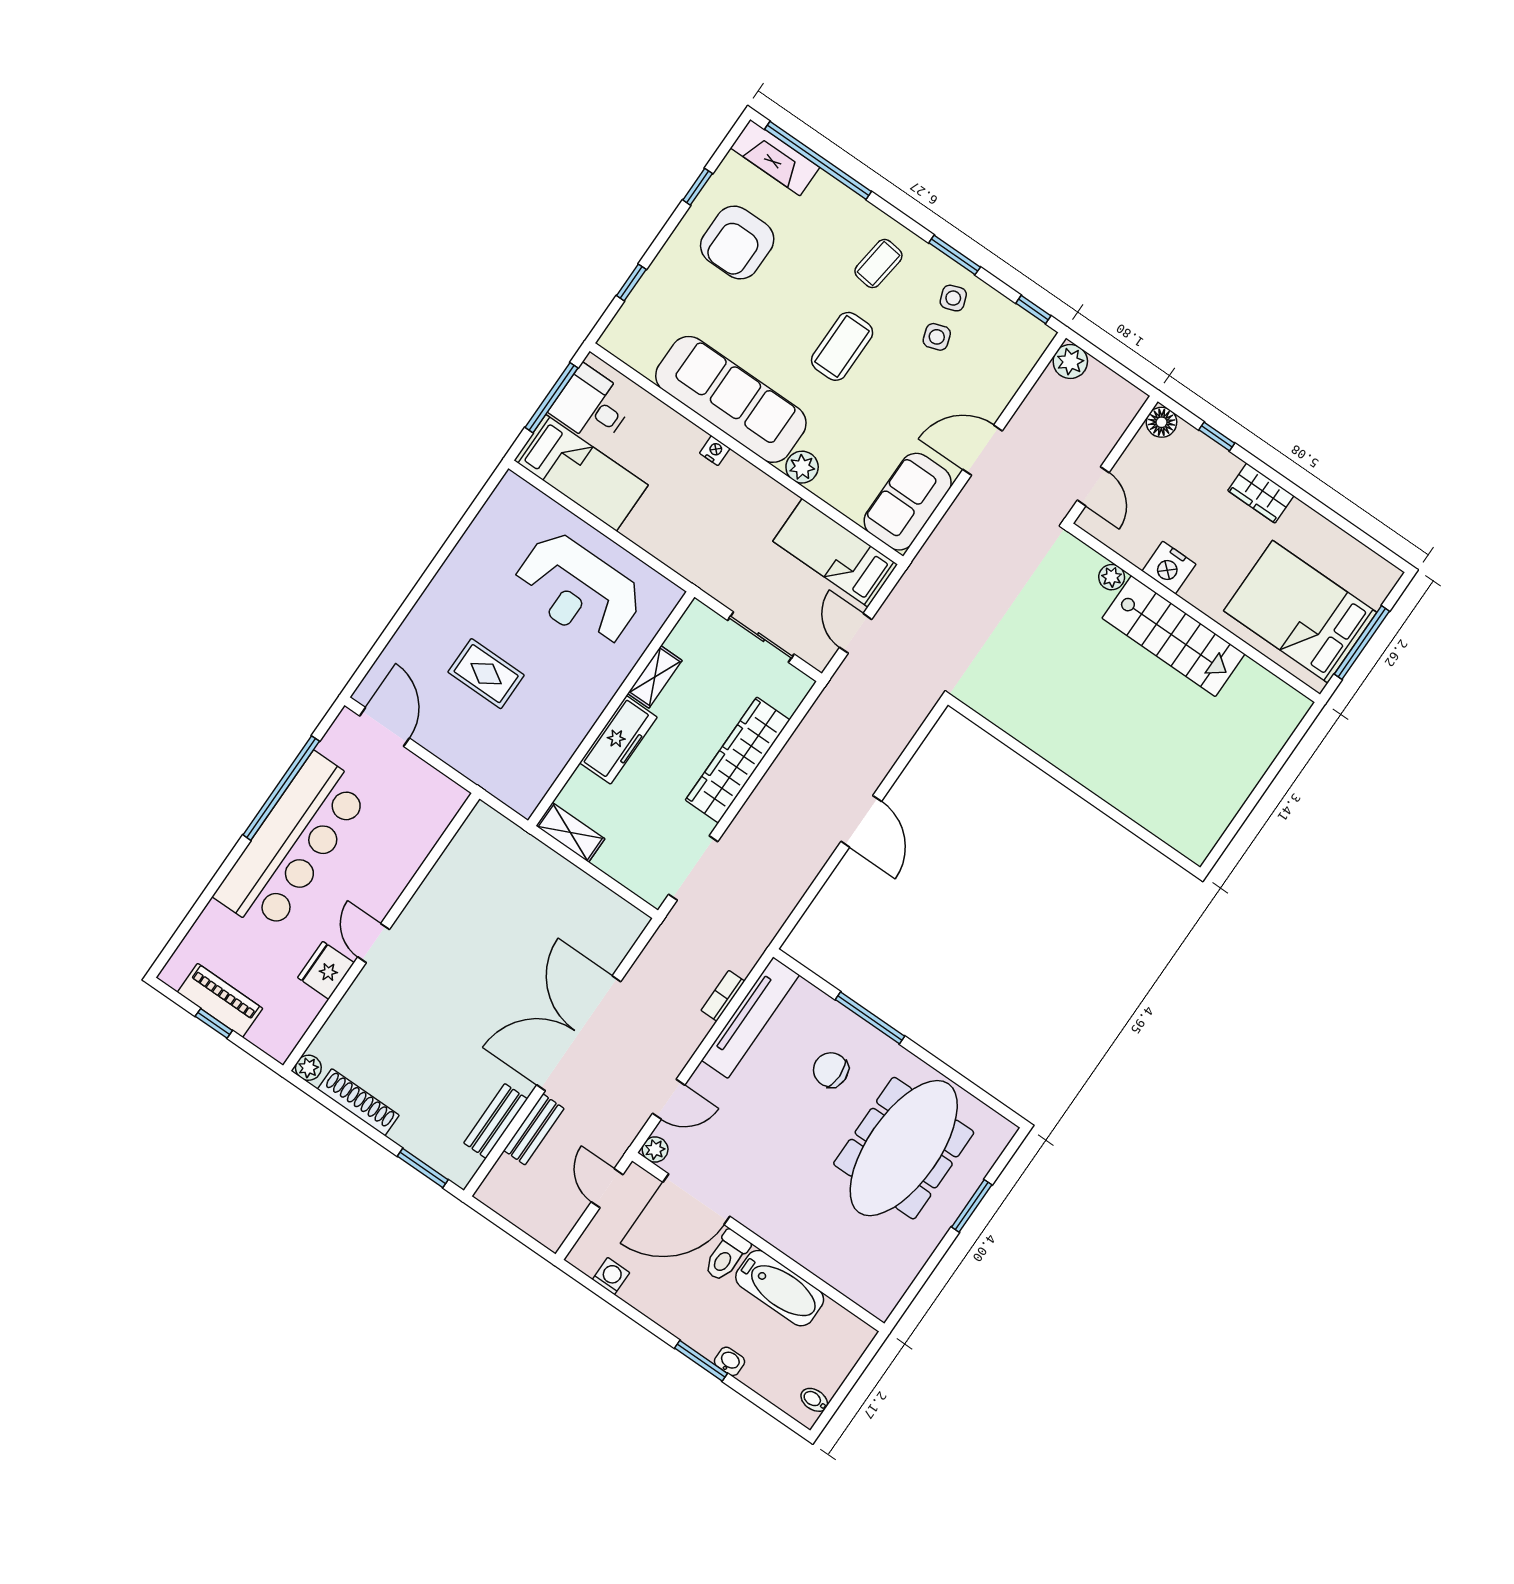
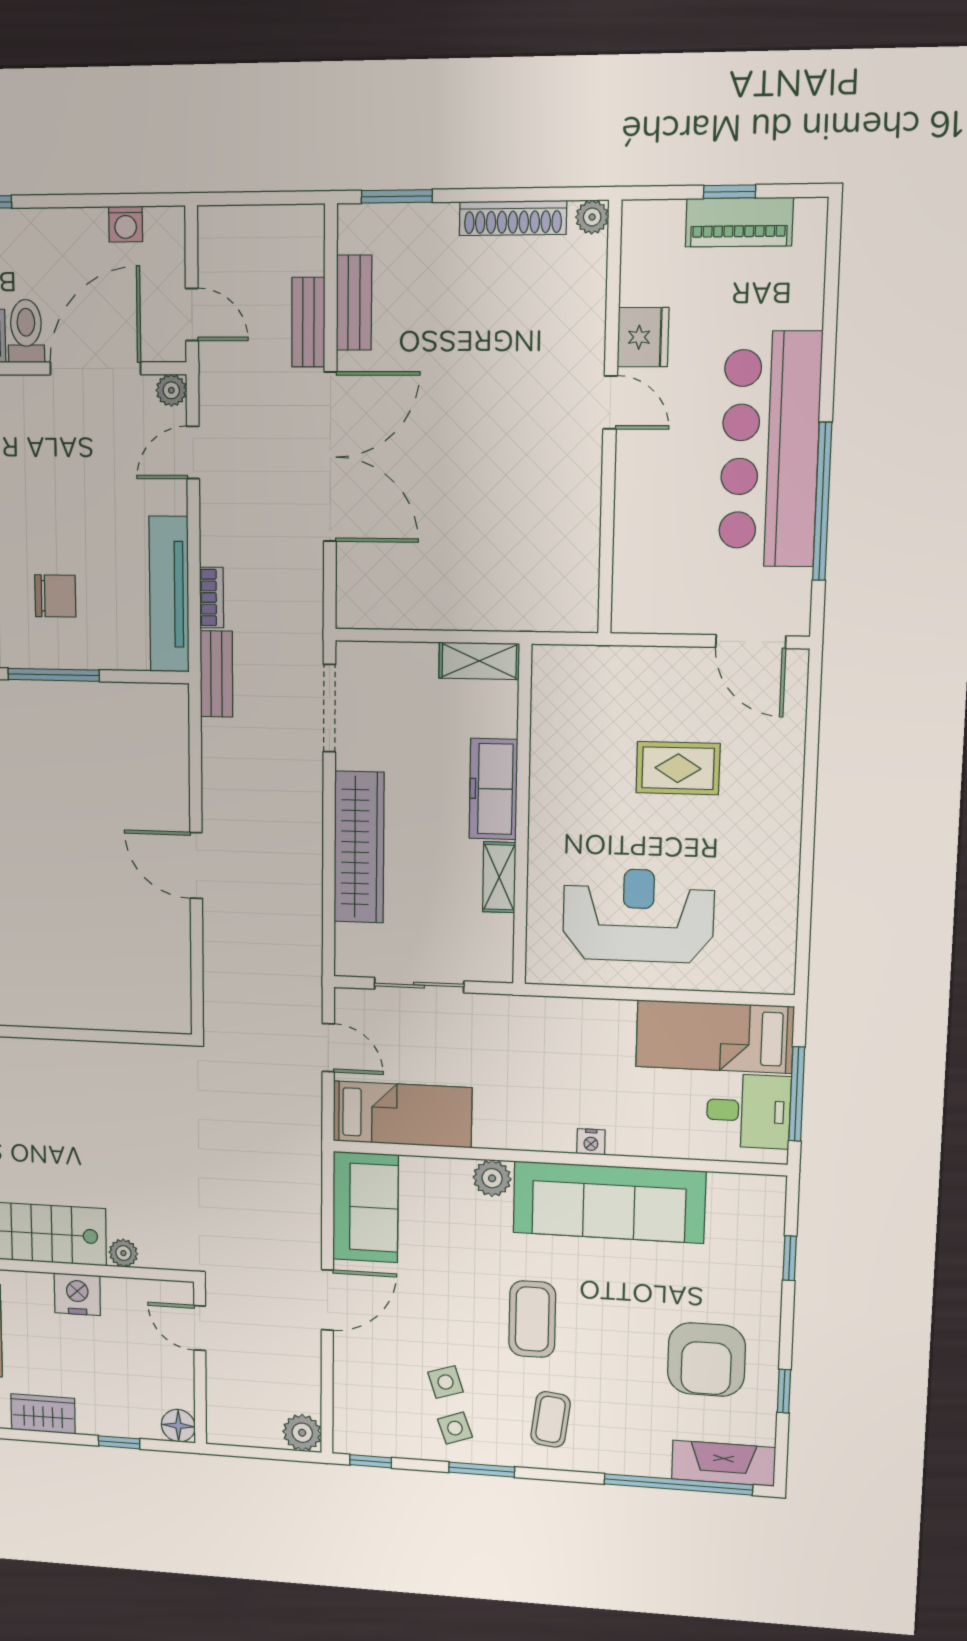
armchair: (737, 242) -> (706, 1360), turned 180
bench: (755, 943) -> (216, 674), added

